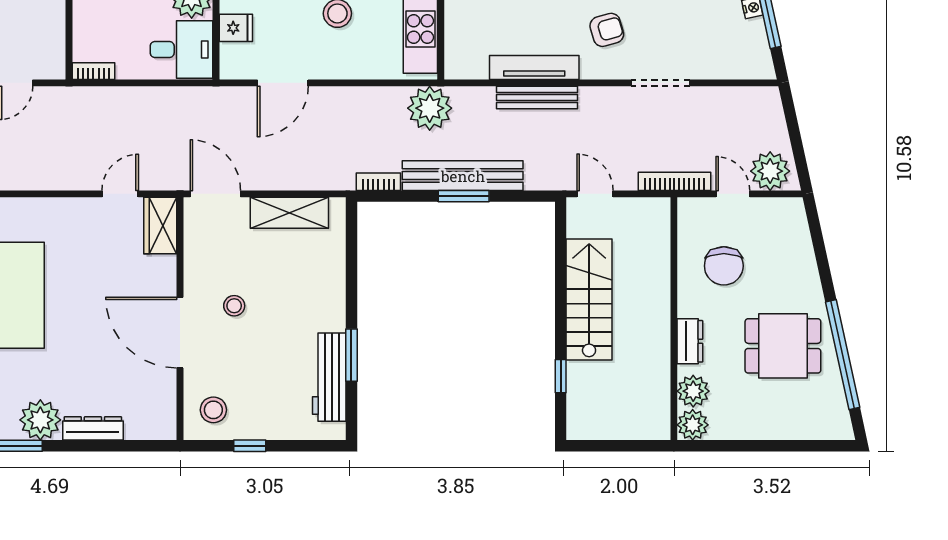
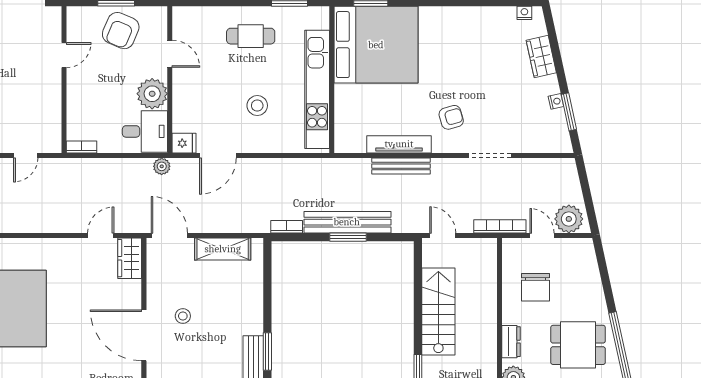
fridge: (236, 28) -> (184, 143), moved
plant: (430, 108) -> (162, 166), moved, width x0.53, depth x0.53

